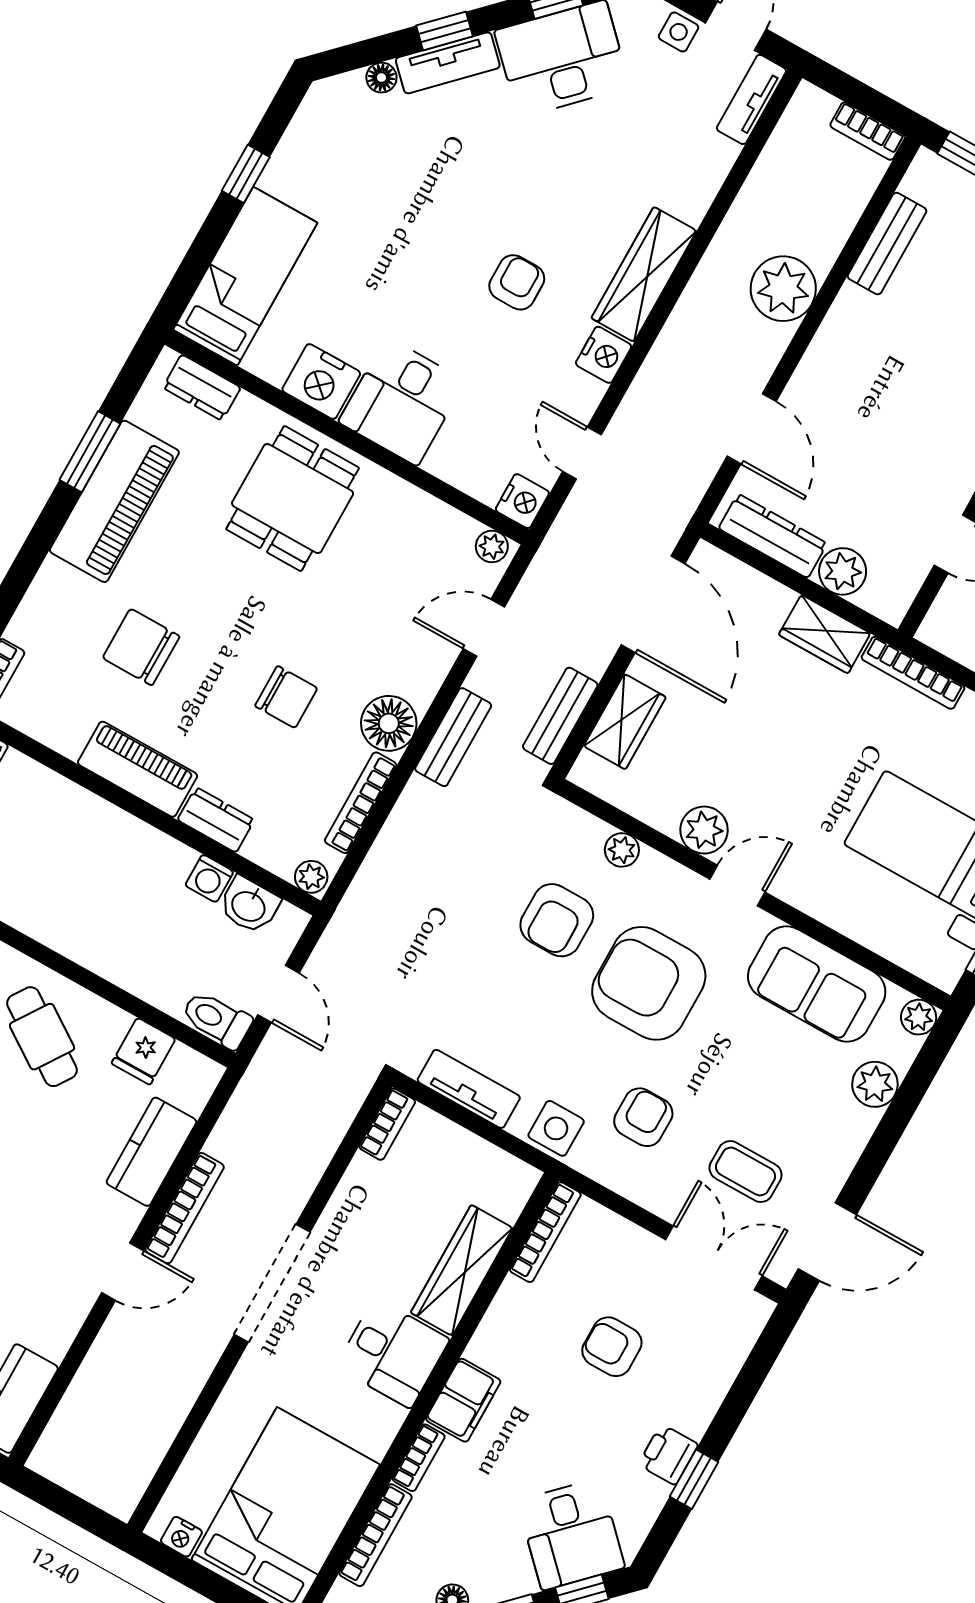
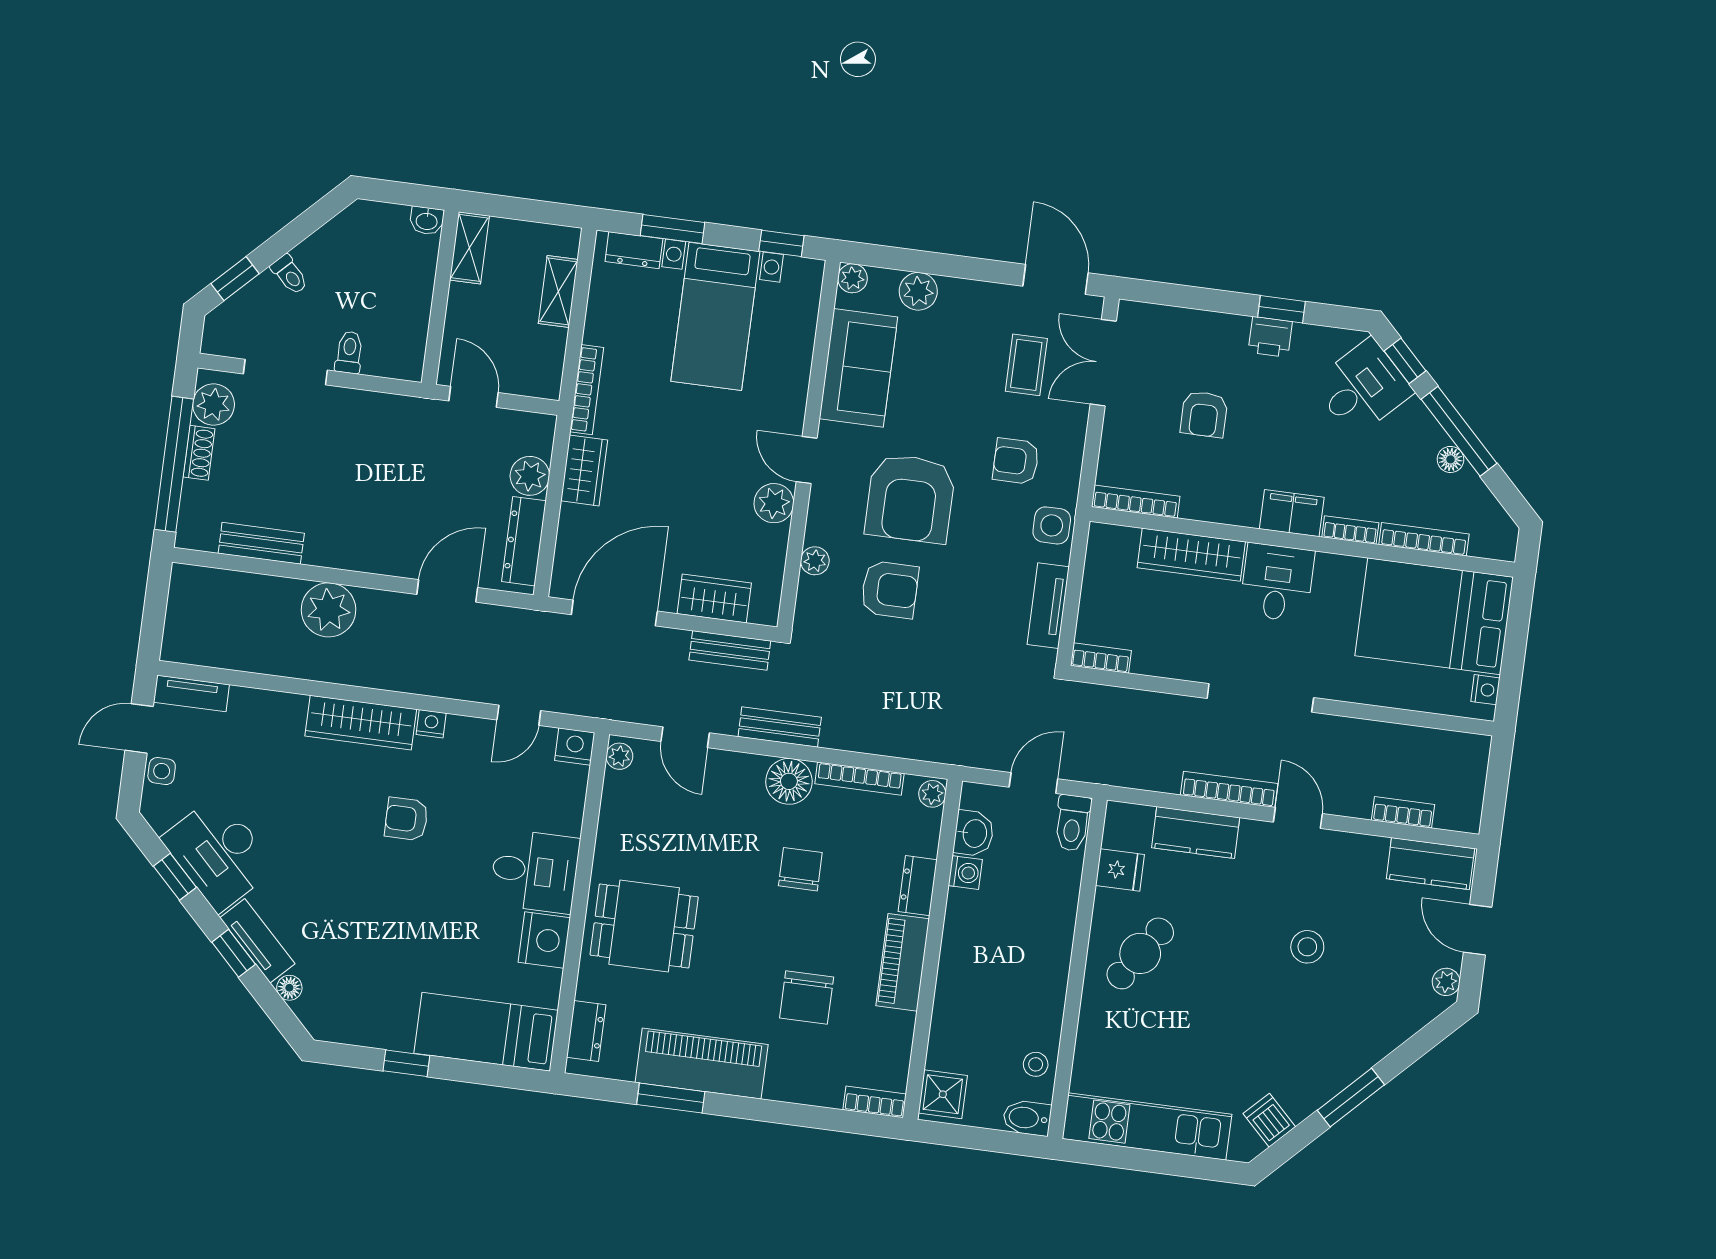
bookcase: (868, 131) -> (1403, 812), moved, turned -90
nightstand: (604, 355) -> (431, 724), width x0.72, depth x0.74

